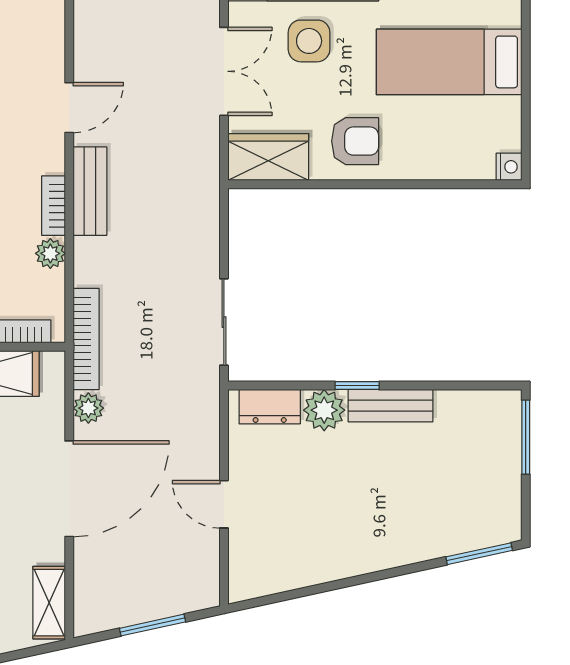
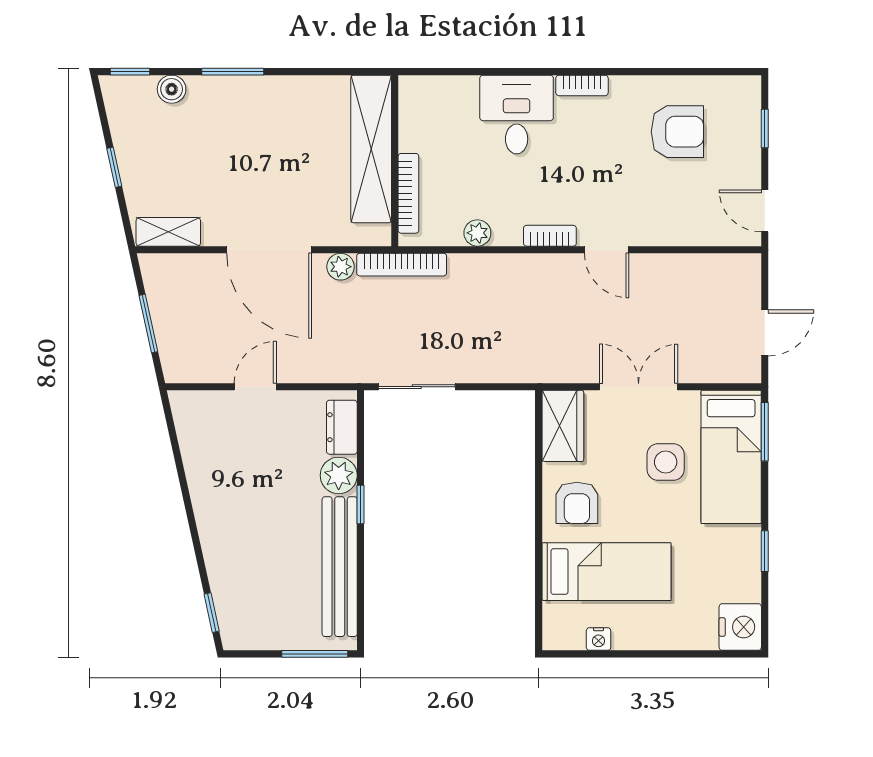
bed: (449, 62) -> (606, 572), moved, turned 90
double door: (224, 71) -> (639, 387), swing flipped
nightstand: (509, 167) -> (599, 639), moved
bench: (90, 191) -> (533, 268), removed
bookcase: (53, 206) -> (550, 236), moved
bench: (390, 406) -> (340, 567), width x1.86, depth x1.21
window: (479, 554) -> (212, 613), width x0.67

